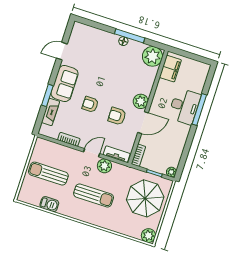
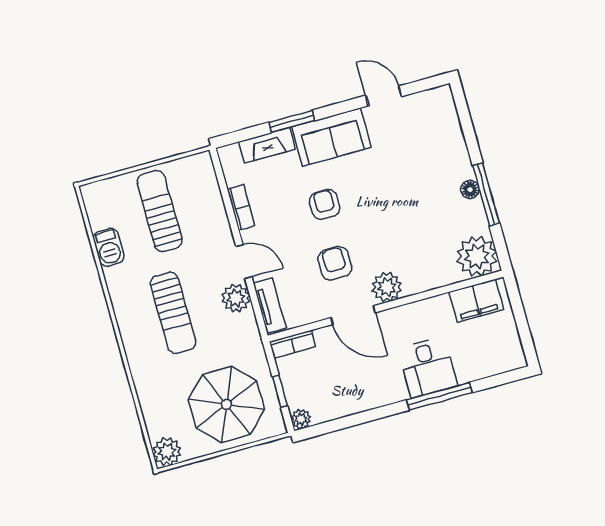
desk: (184, 106) -> (428, 367), width x0.73

